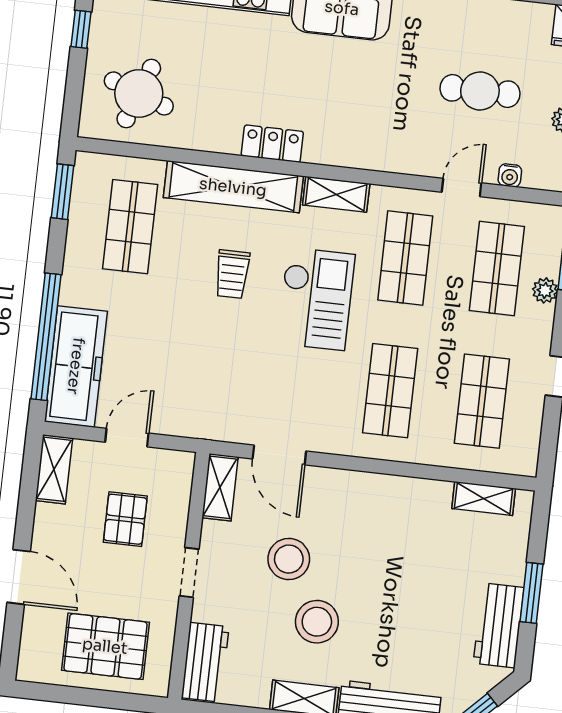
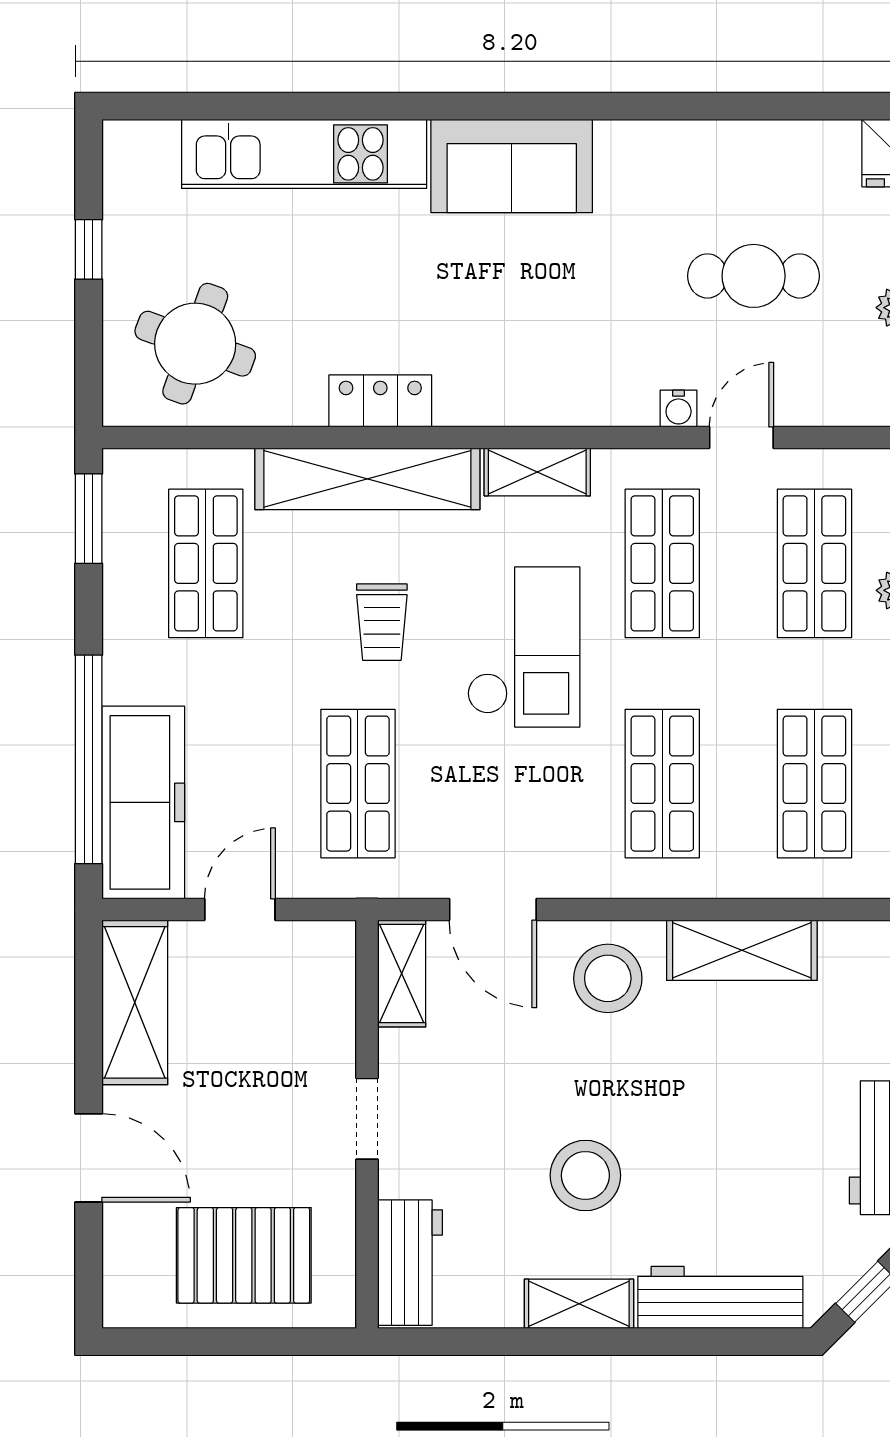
locker: (272, 144) -> (380, 401), moved
water cooler: (510, 175) -> (679, 409), moved
shop shelf: (207, 370) -> (358, 784), added
shelving: (54, 469) -> (135, 1002), width x1.50, depth x1.33
shelving: (484, 498) -> (742, 950), moved, width x1.50, depth x1.33
pallet: (125, 519) -> (253, 1043), removed
stool: (289, 559) -> (608, 978), moved

